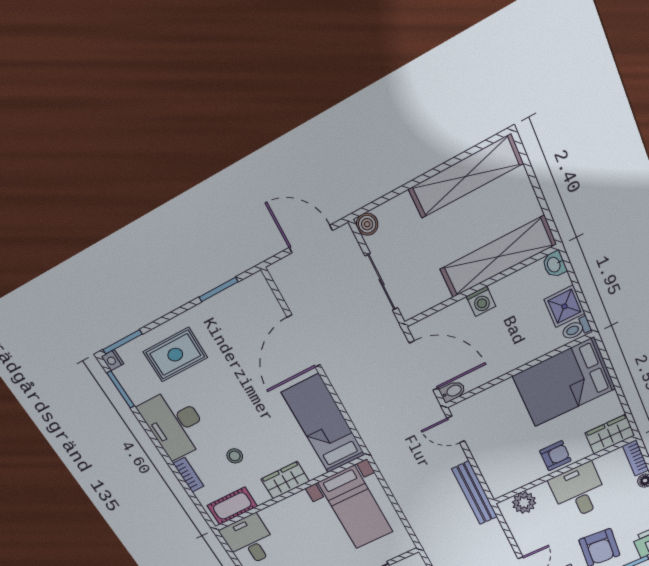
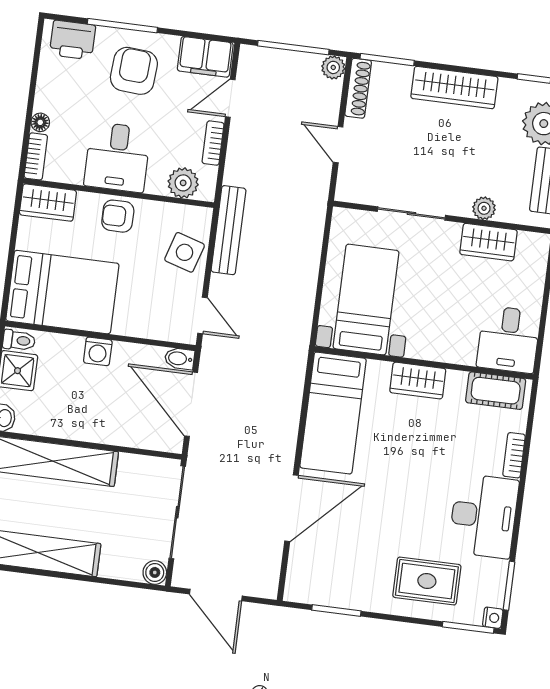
sliding door: (382, 282) -> (177, 512), width x1.37
washing machine: (481, 301) -> (98, 351), moved, turned 180
stool: (235, 456) -> (450, 442), removed
side table: (495, 461) -> (185, 252), added
bookcase: (520, 537) -> (213, 143), added

